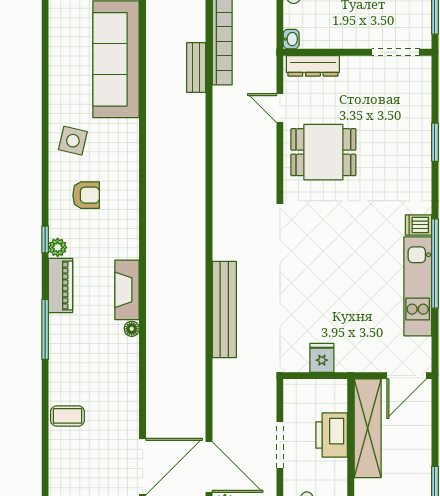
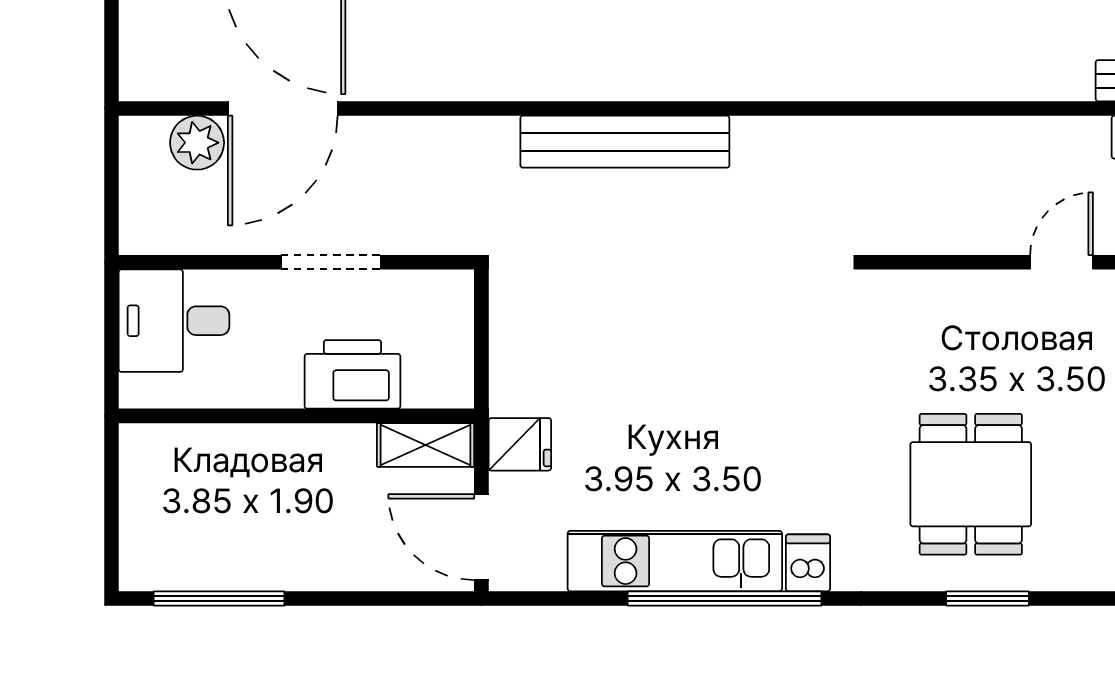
dining table: (323, 152) -> (971, 484), moved
fridge: (322, 358) -> (520, 444), moved
shelving: (368, 428) -> (426, 445), width x0.45, depth x0.75

